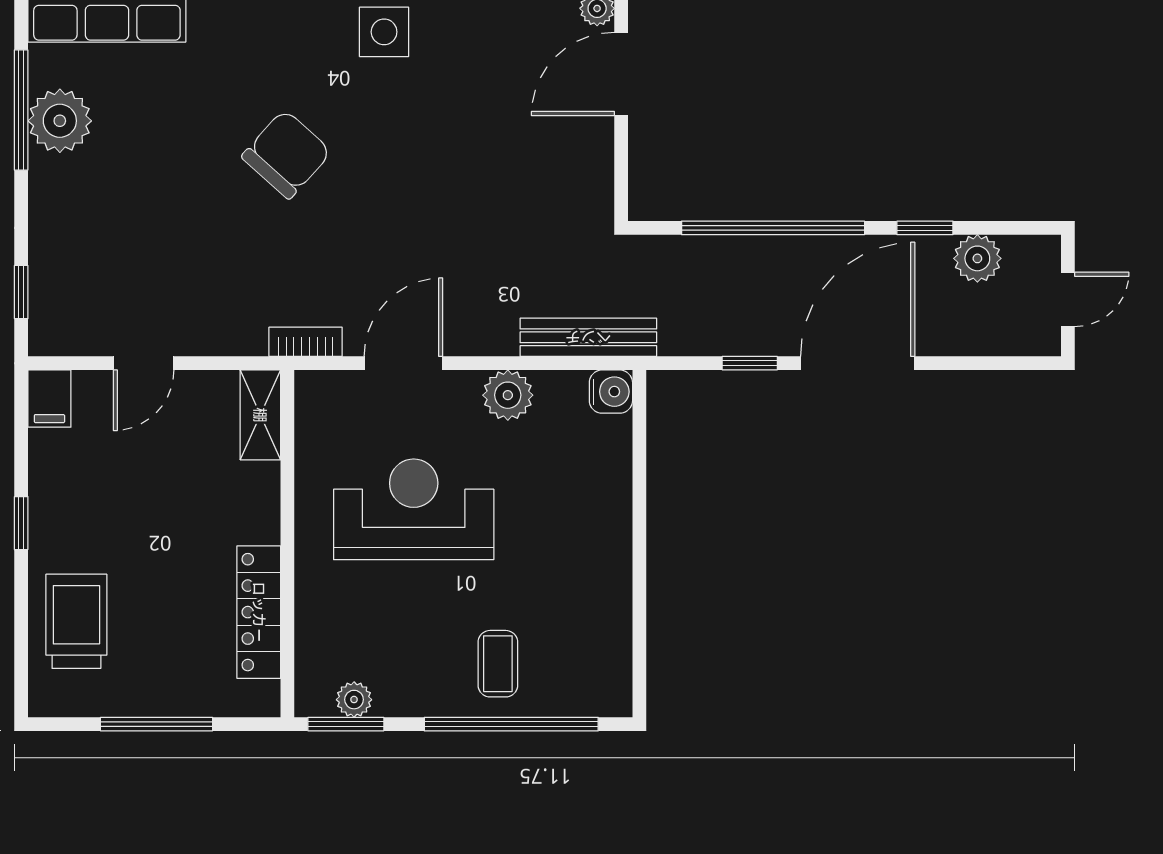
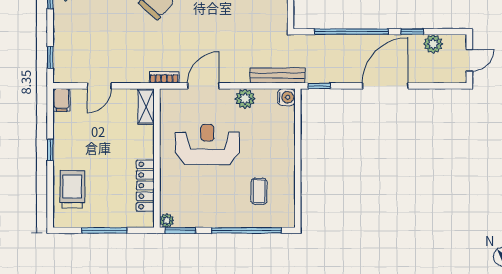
window: (750, 363) -> (319, 86), moved
coffee table: (498, 664) -> (259, 191), moved
plant: (354, 700) -> (167, 221), moved

